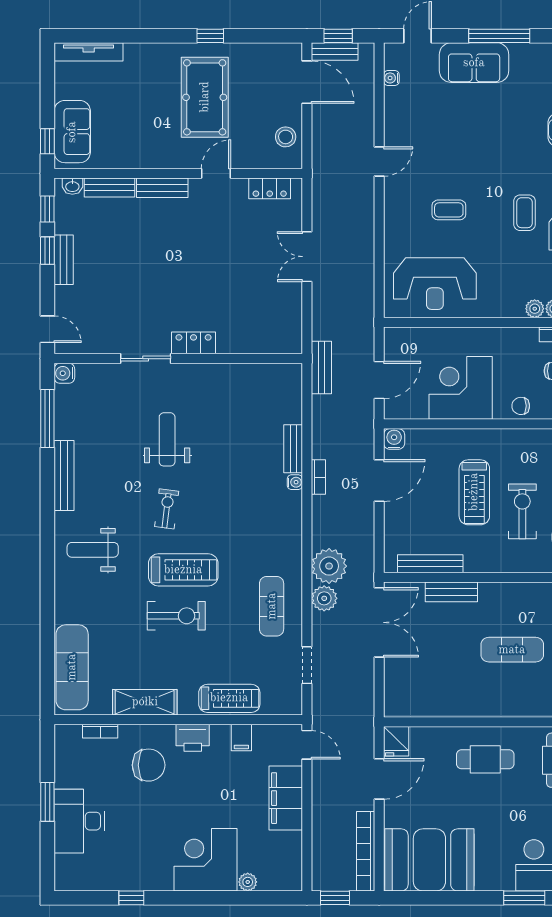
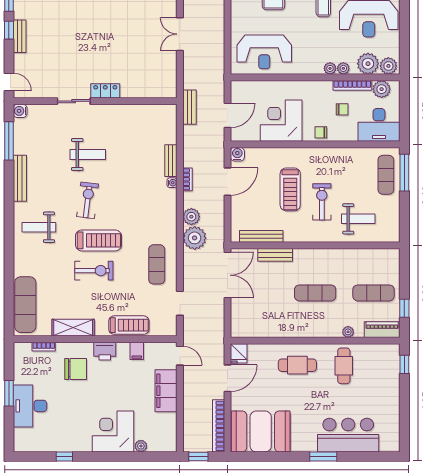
weight bench: (167, 439) -> (88, 154), turned 90
exercise bike: (167, 509) -> (88, 200), width x1.38, depth x1.39
plant: (324, 598) -> (191, 217), moved

